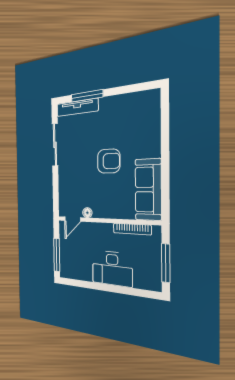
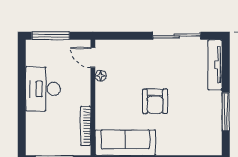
window: (87, 96) -> (226, 112), moved
desk: (112, 268) -> (43, 89), moved

